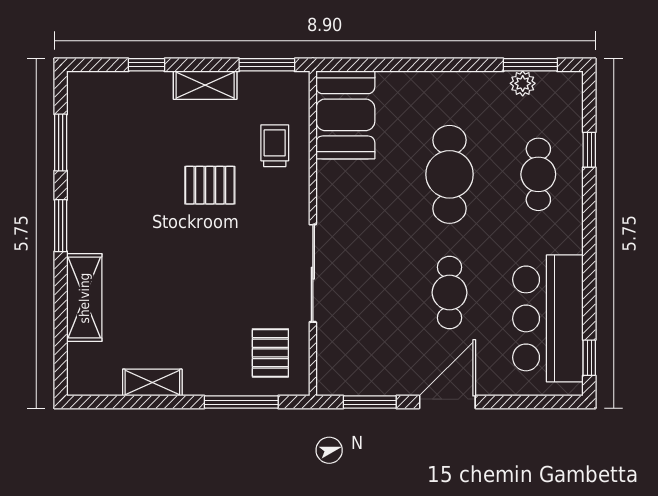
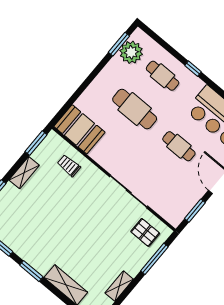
plant: (523, 83) -> (131, 52), width x1.87, depth x1.87
window: (589, 150) -> (193, 69), moved
pallet: (210, 185) -> (63, 202), removed

